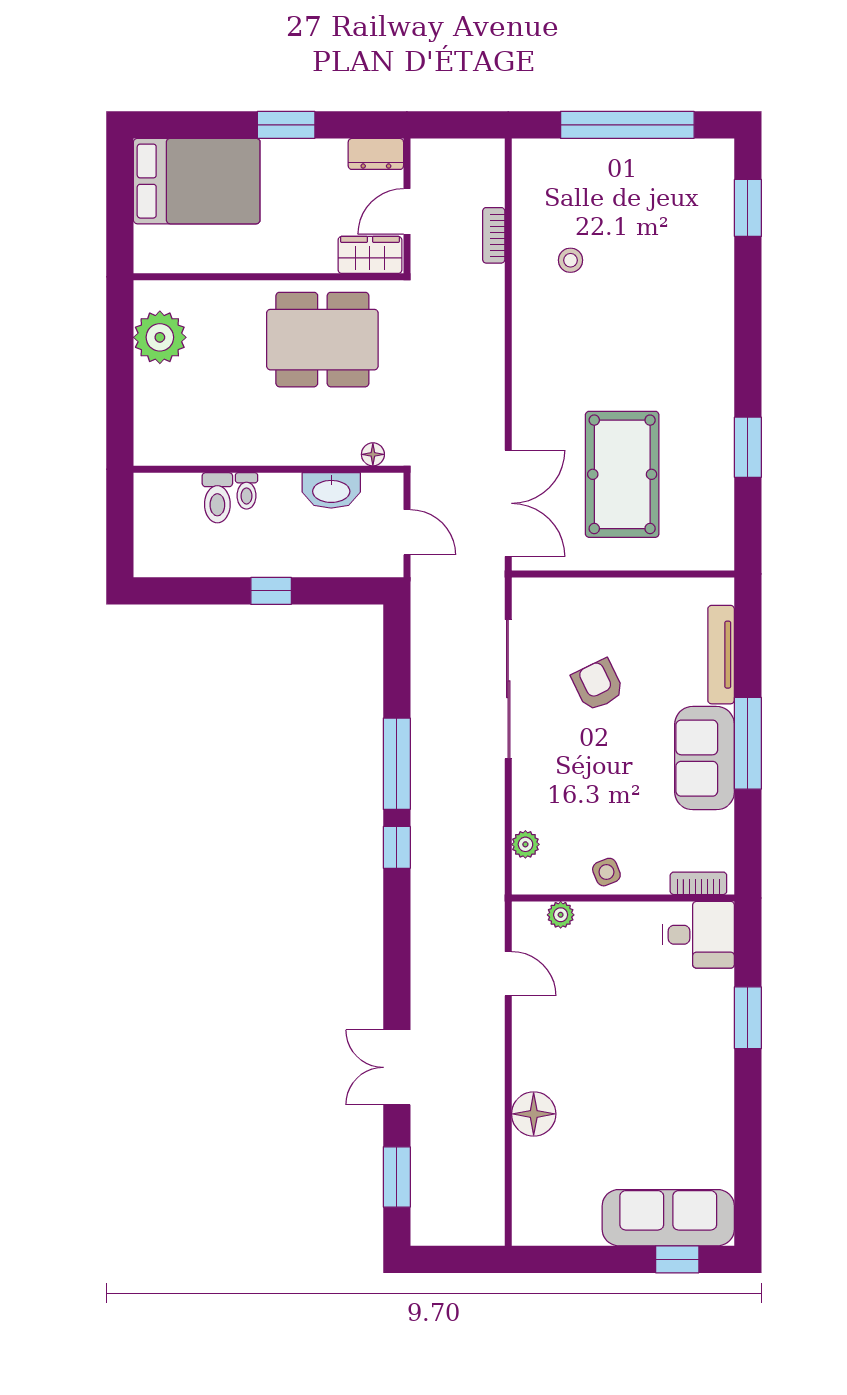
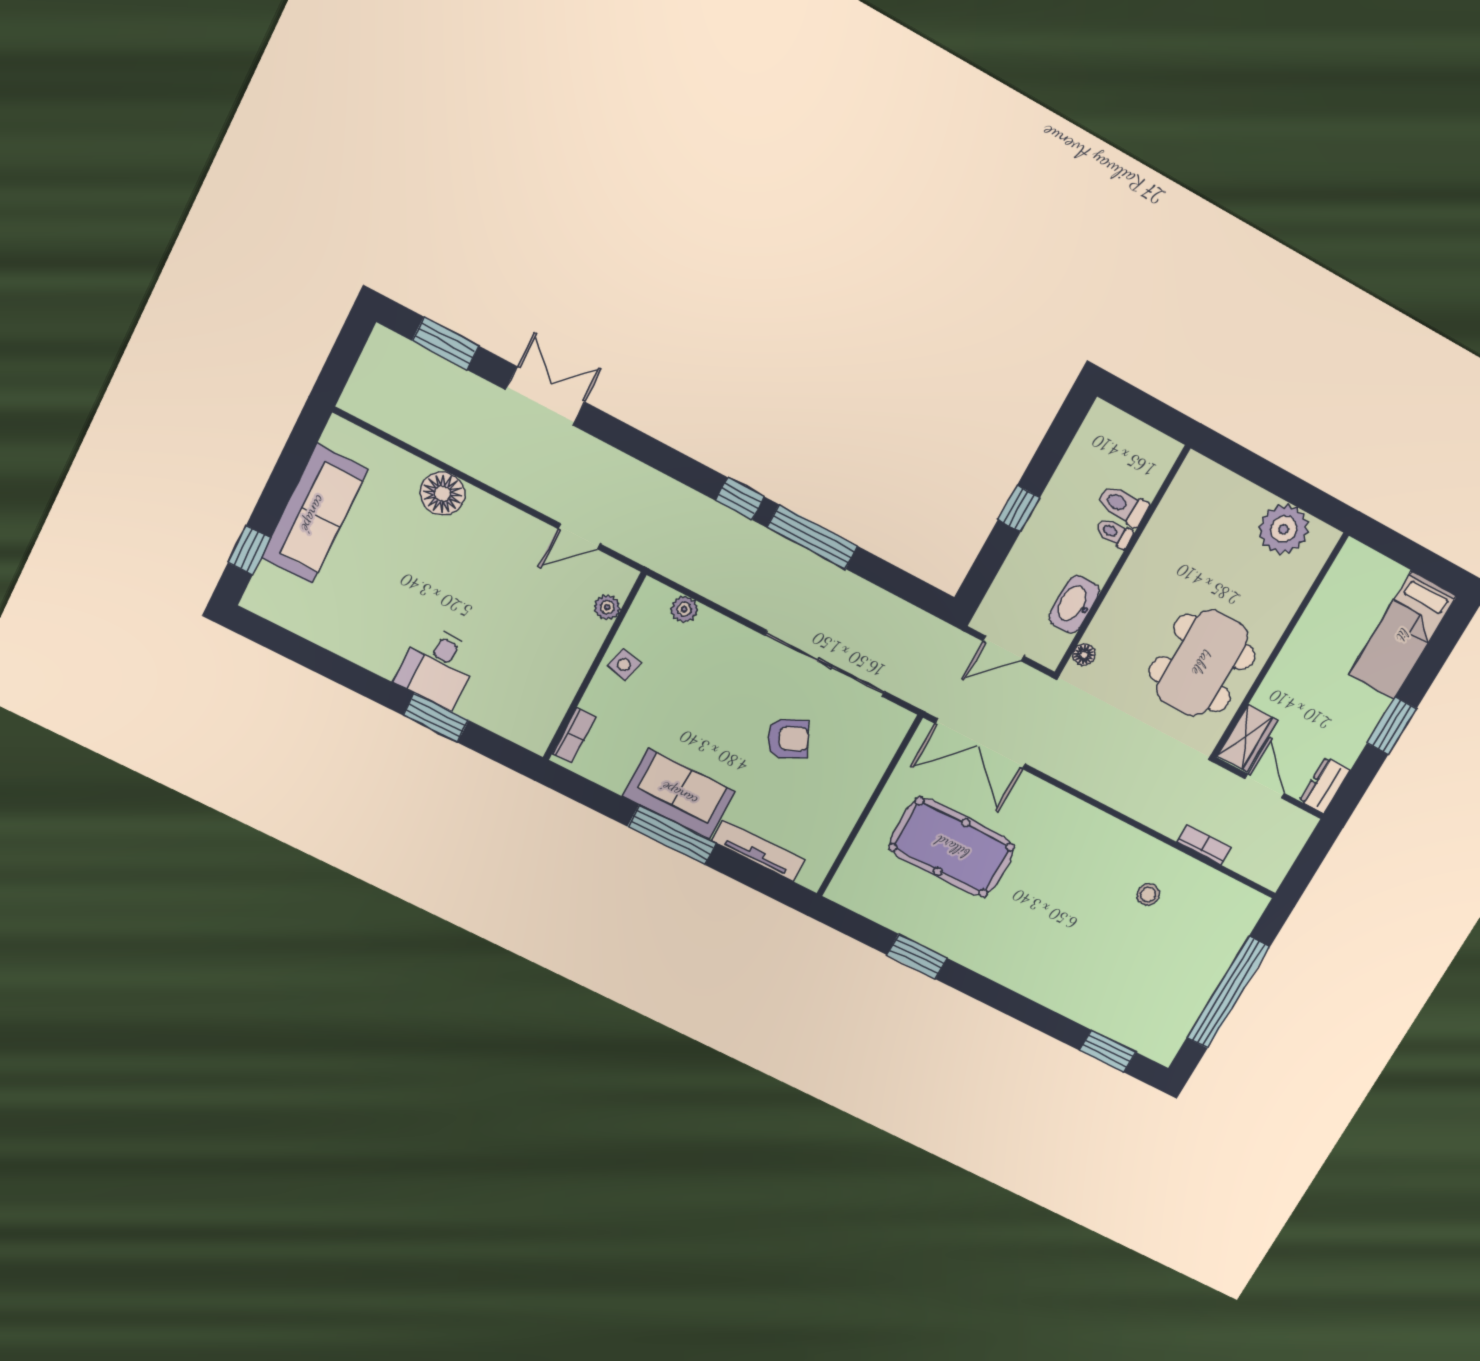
bed: (197, 181) -> (1403, 635), width x0.67
side table: (606, 872) -> (624, 665), turned 36
desk: (698, 935) -> (437, 667), moved
sofa: (668, 1218) -> (314, 514), moved

